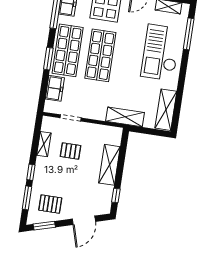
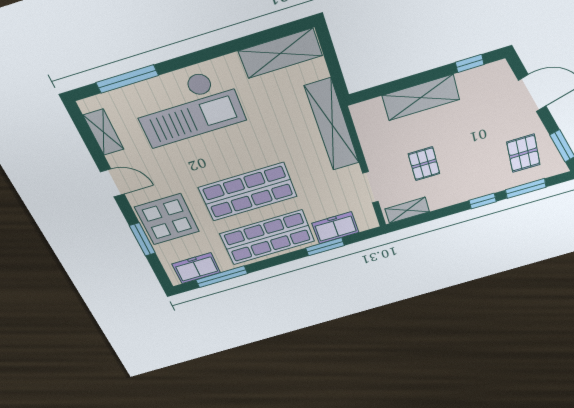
window: (48, 59) -> (325, 247), moved
shelving: (125, 117) -> (332, 125), width x1.47
shelving: (44, 144) -> (407, 210), moved

